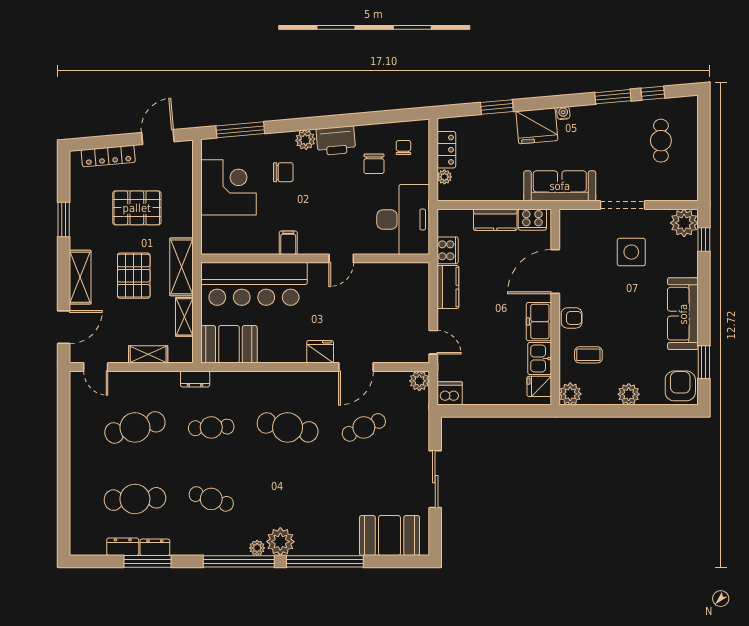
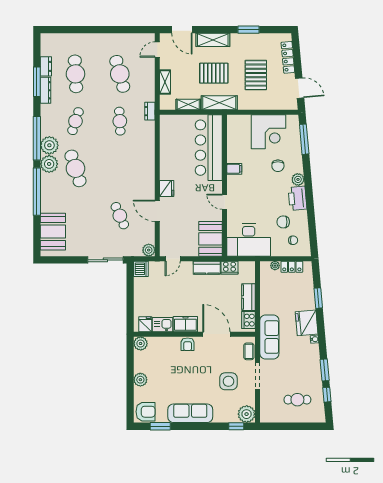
booth: (229, 344) -> (210, 239), moved
coffee table: (588, 355) -> (249, 351), moved
cafe table: (288, 427) -> (75, 168), moved, turned -30
sliding door: (435, 479) -> (105, 260), moved
dresser: (155, 547) -> (46, 90), width x1.44
plant: (257, 548) -> (49, 145), width x1.88, depth x1.88

